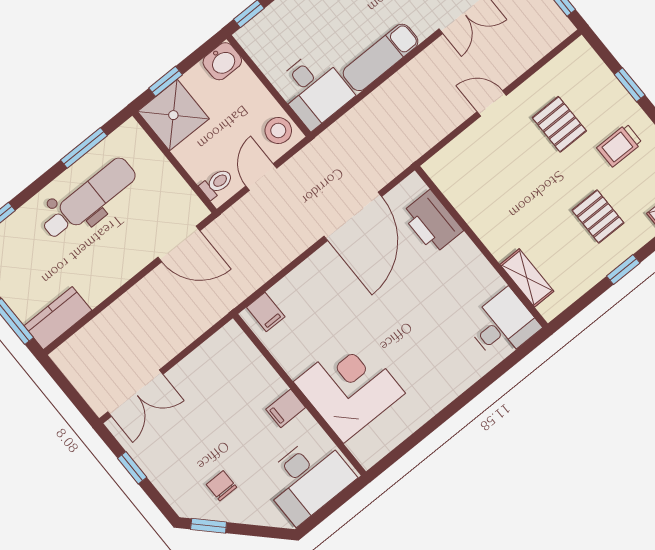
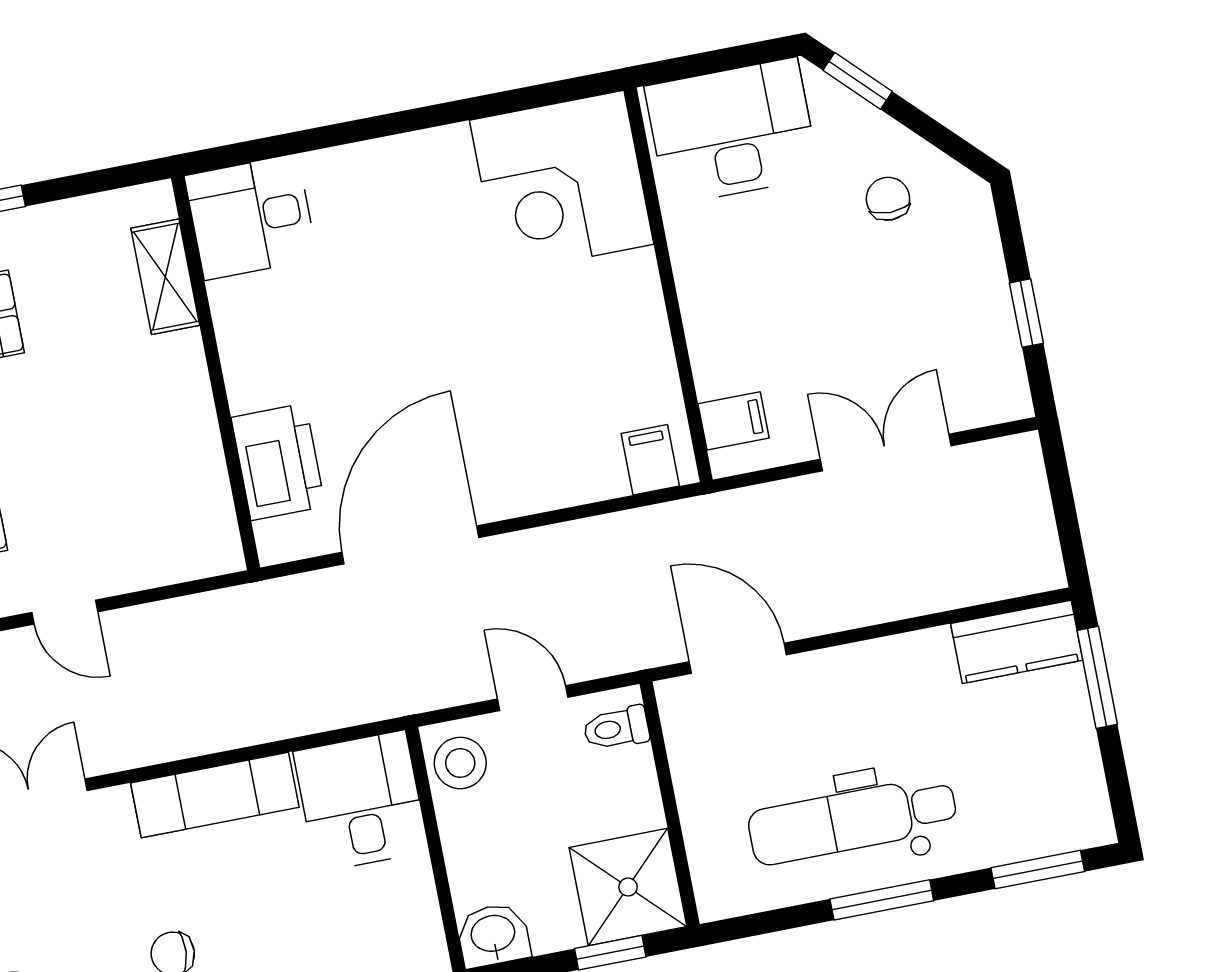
window: (84, 148) -> (882, 900), moved
door: (261, 177) -> (533, 698), swing flipped
corner desk: (349, 387) -> (562, 182), moved
double door: (135, 393) -> (886, 453), moved
filing cabinet: (286, 408) -> (734, 421), moved
chair: (222, 486) -> (888, 199), turned 180
window: (209, 526) -> (858, 81), moved

